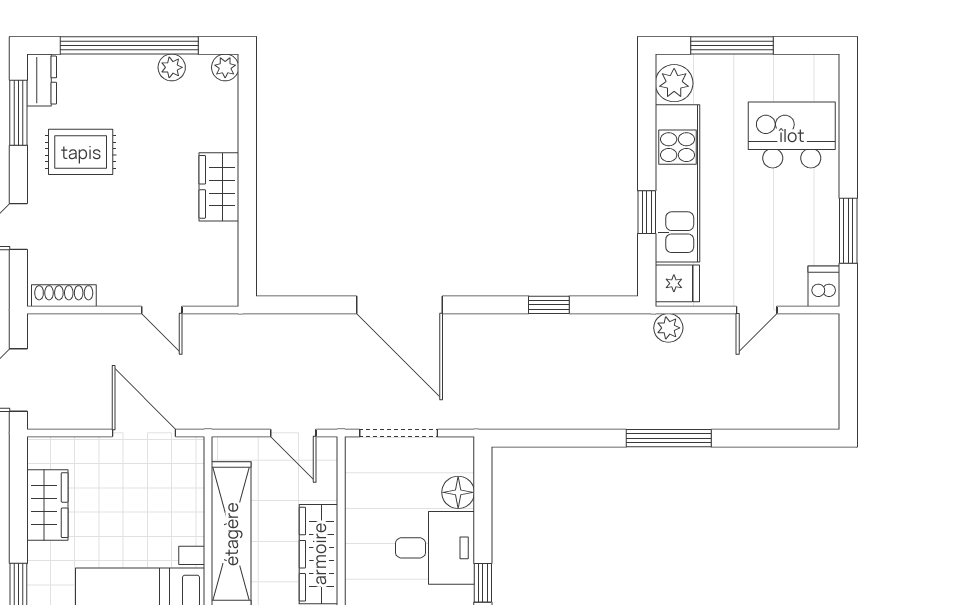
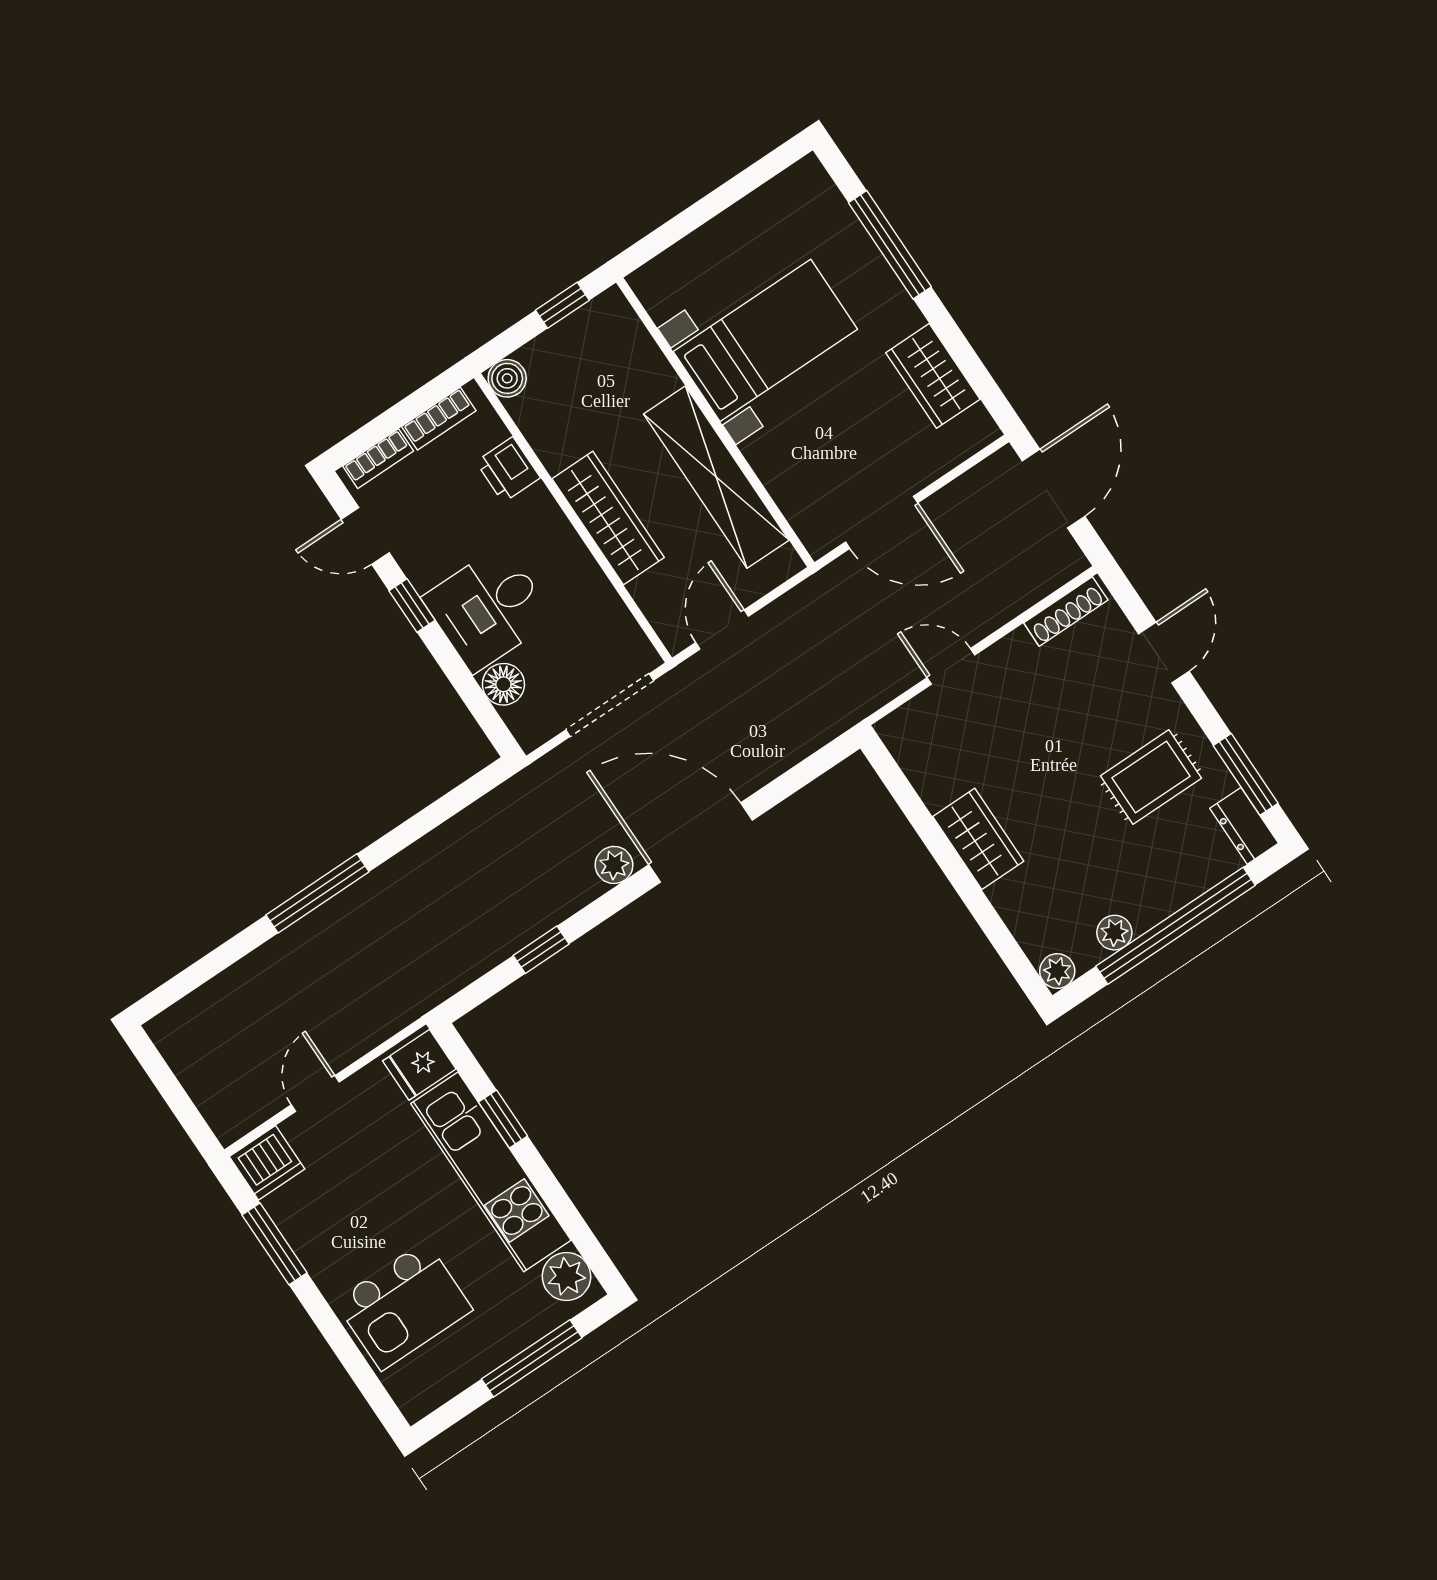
dishwasher: (824, 286) -> (267, 1163), width x1.38
plant: (668, 328) -> (614, 865), moved
door: (293, 433) -> (722, 629), hinge flipped

